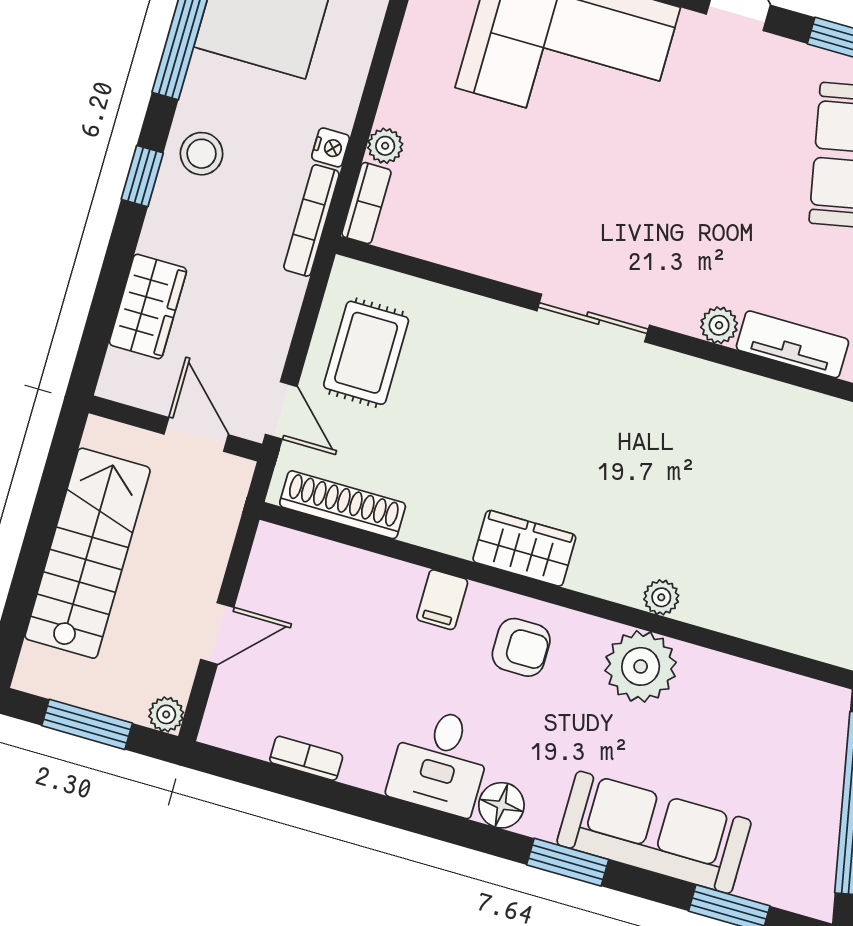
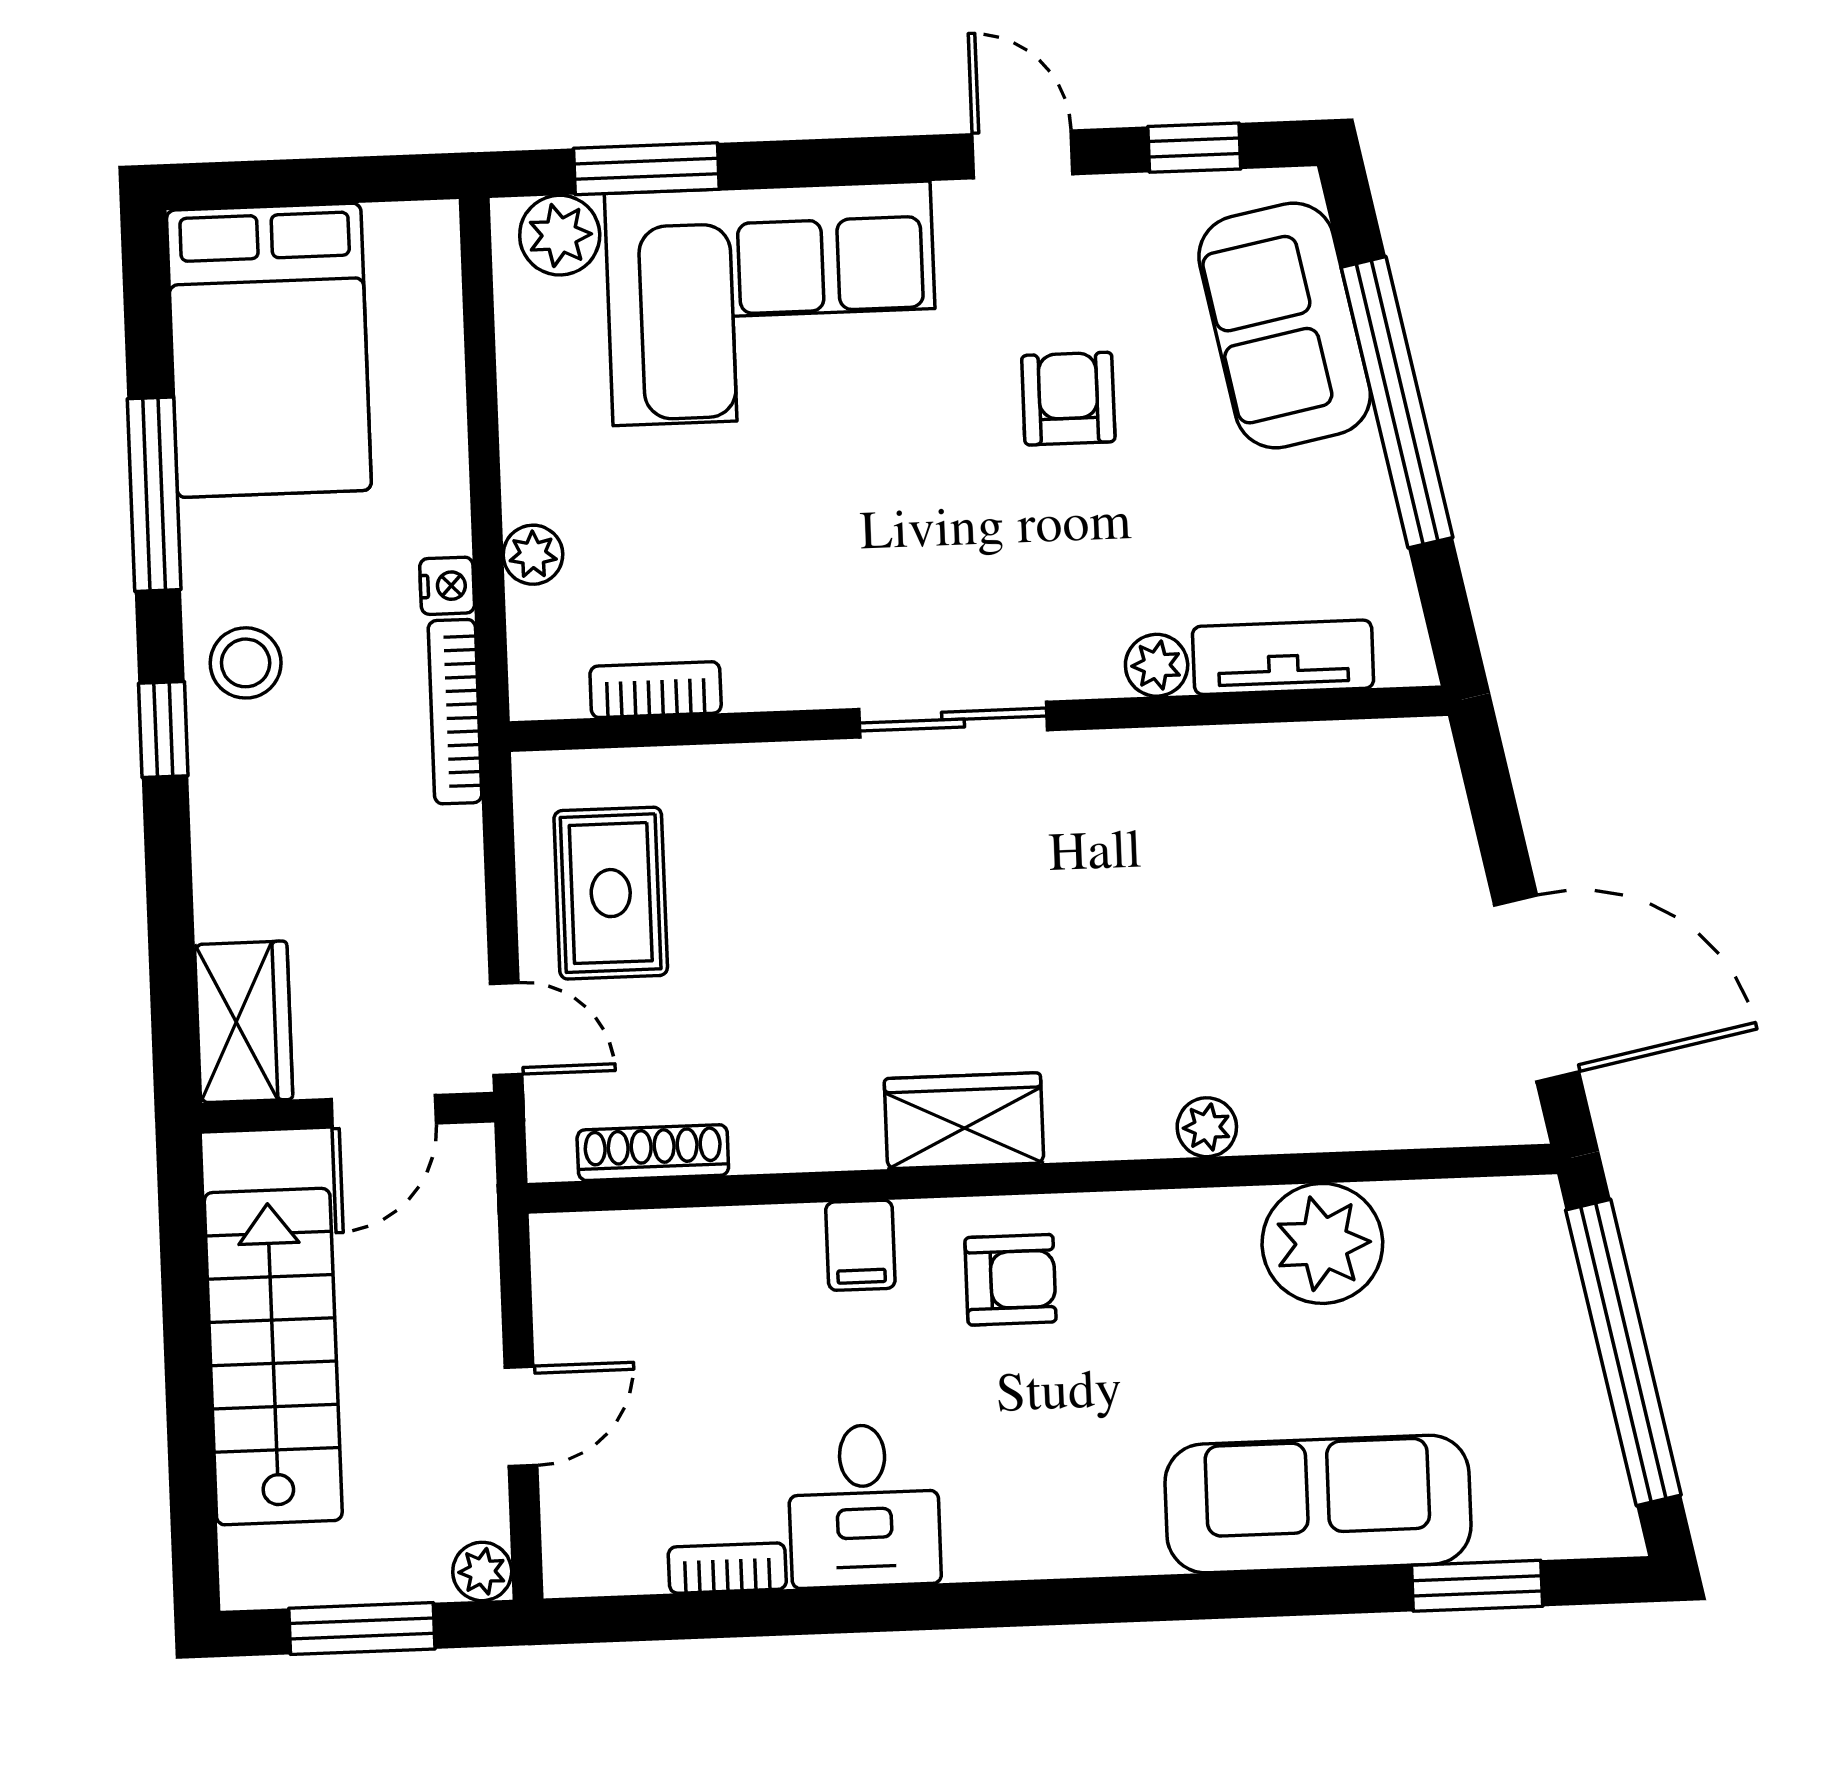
armchair: (719, 157) -> (1068, 399), added
bookcase: (366, 203) -> (656, 690), moved, turned -90
wardrobe: (148, 306) -> (244, 1022), moved
door: (196, 434) -> (384, 1111), swing flipped
shoe rack: (343, 505) -> (653, 1153), width x0.74, depth x0.81
plant: (641, 666) -> (1322, 1243), moved
desk: (440, 761) -> (864, 1506), moved
floor lamp: (501, 805) -> (1062, 1541), removed
window: (568, 862) -> (1196, 1597), removed

